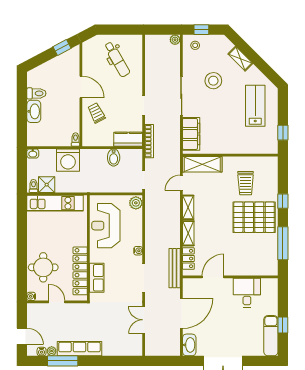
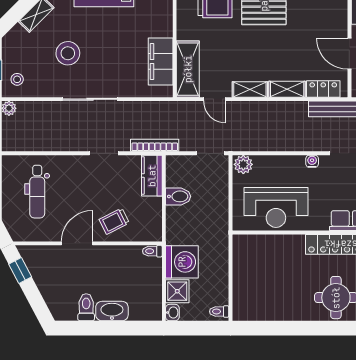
dental chair: (117, 59) -> (37, 192), turned 120
filing cabinet: (191, 134) -> (161, 62), moved, turned -90
shower: (47, 185) -> (177, 291), moved
kitchen unit: (55, 203) -> (244, 281), removed

